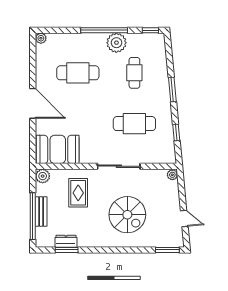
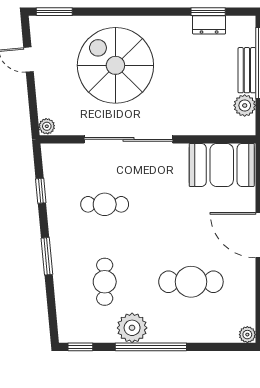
cafe table: (134, 124) -> (105, 204), width x0.73, depth x0.74
sliding door: (119, 166) -> (128, 139), width x1.36
plant: (43, 176) -> (245, 105), moved
rug: (78, 193) -> (190, 99), removed
spiral stairs: (127, 215) -> (115, 65), width x1.37, depth x1.37

